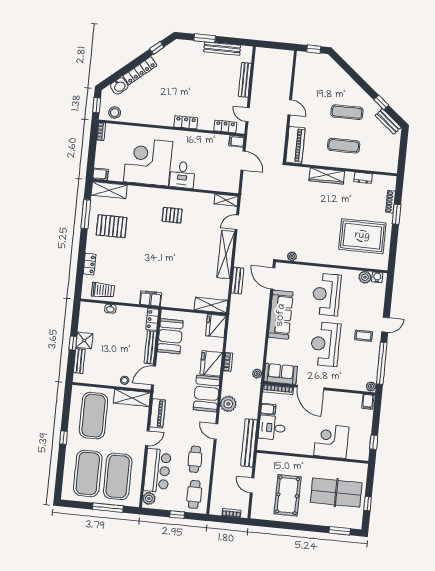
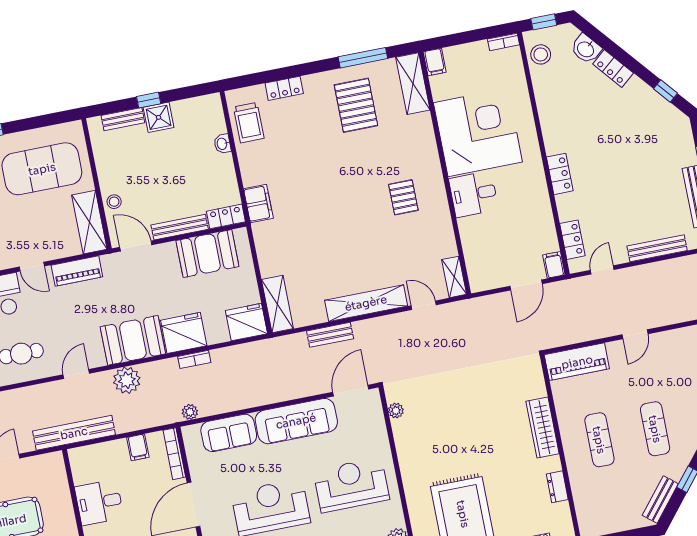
locker: (140, 71) -> (613, 68), width x0.66
sofa: (281, 374) -> (229, 433), moved, turned 90
desk: (272, 428) -> (99, 502), moved, turned -90

